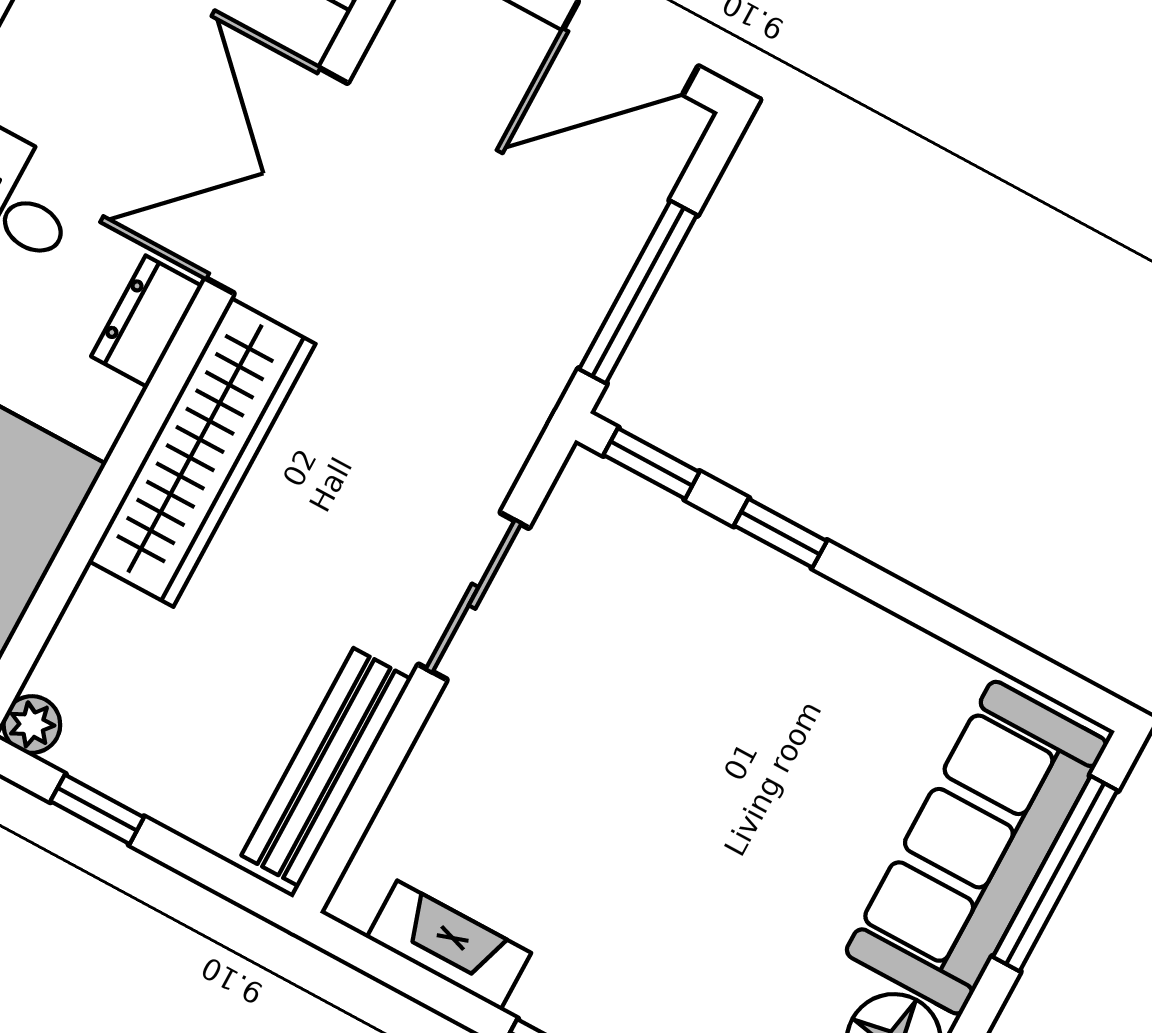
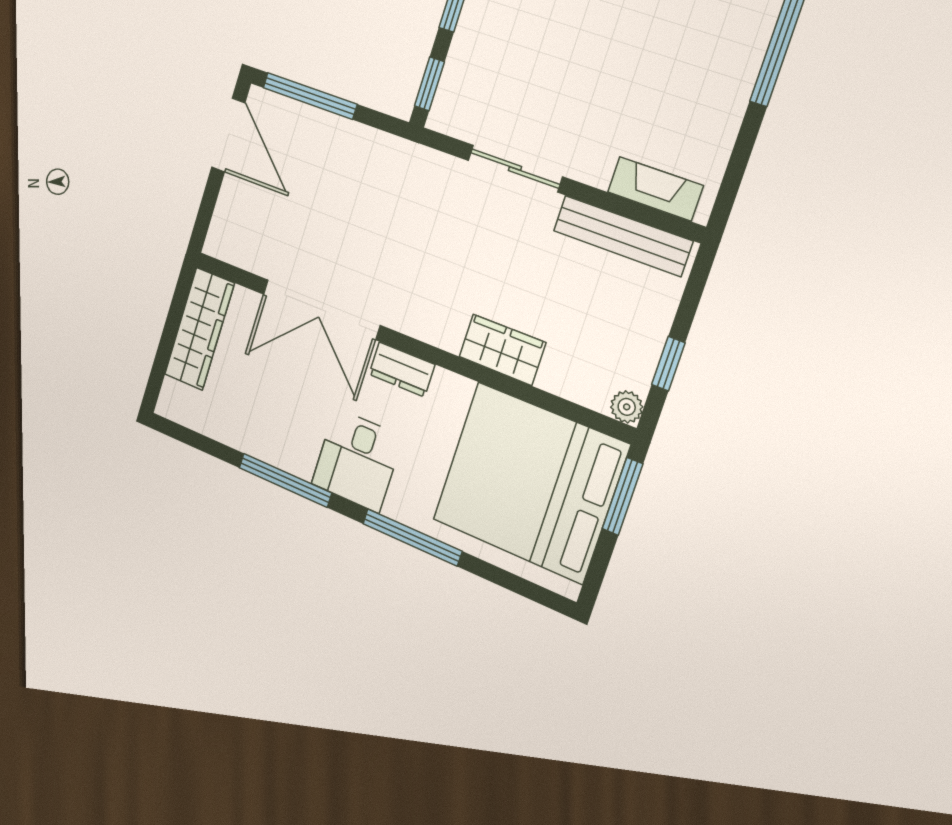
window: (638, 292) -> (310, 96), moved
wardrobe: (202, 452) -> (502, 350), width x0.48, depth x0.85
fireplace: (449, 945) -> (655, 189), moved, turned 90

